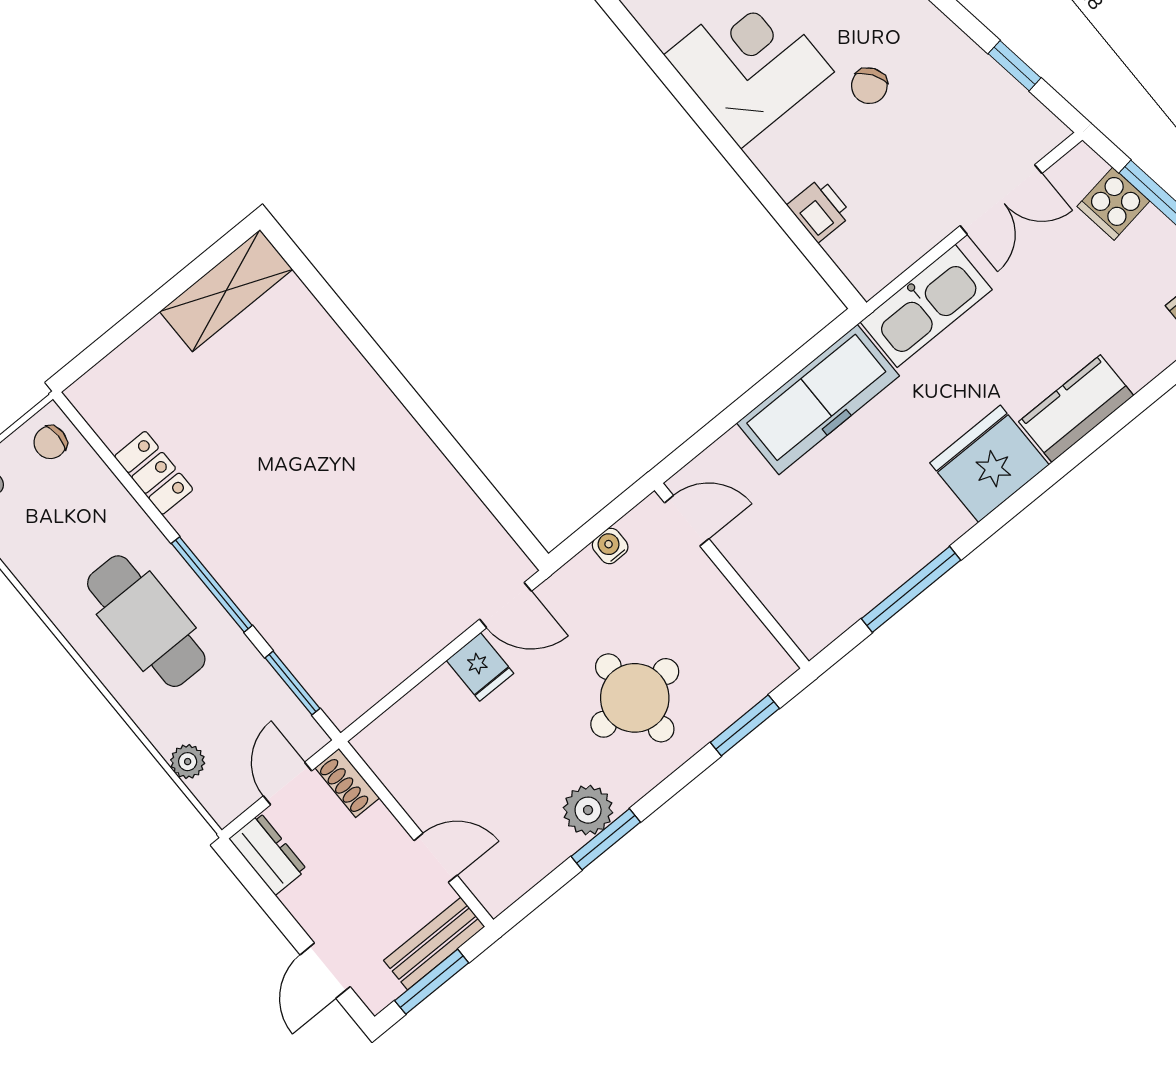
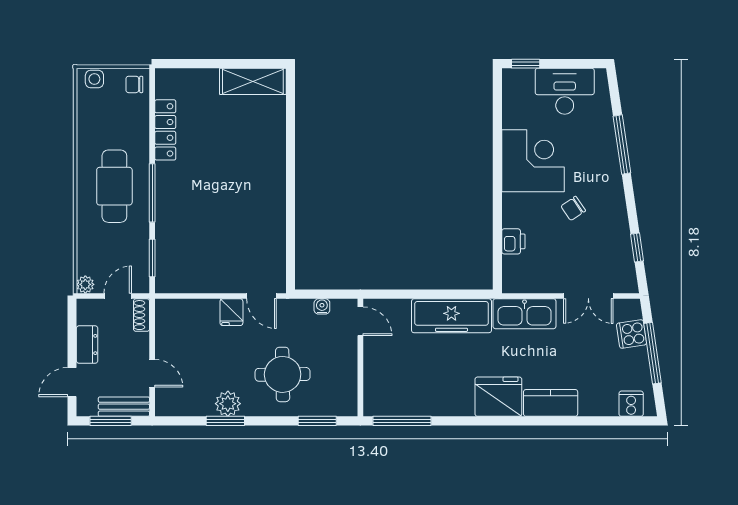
locker: (154, 473) -> (165, 130), width x1.53
window: (911, 589) -> (402, 421), moved
plant: (188, 762) -> (85, 284), moved
dresser: (268, 854) -> (87, 345), moved

